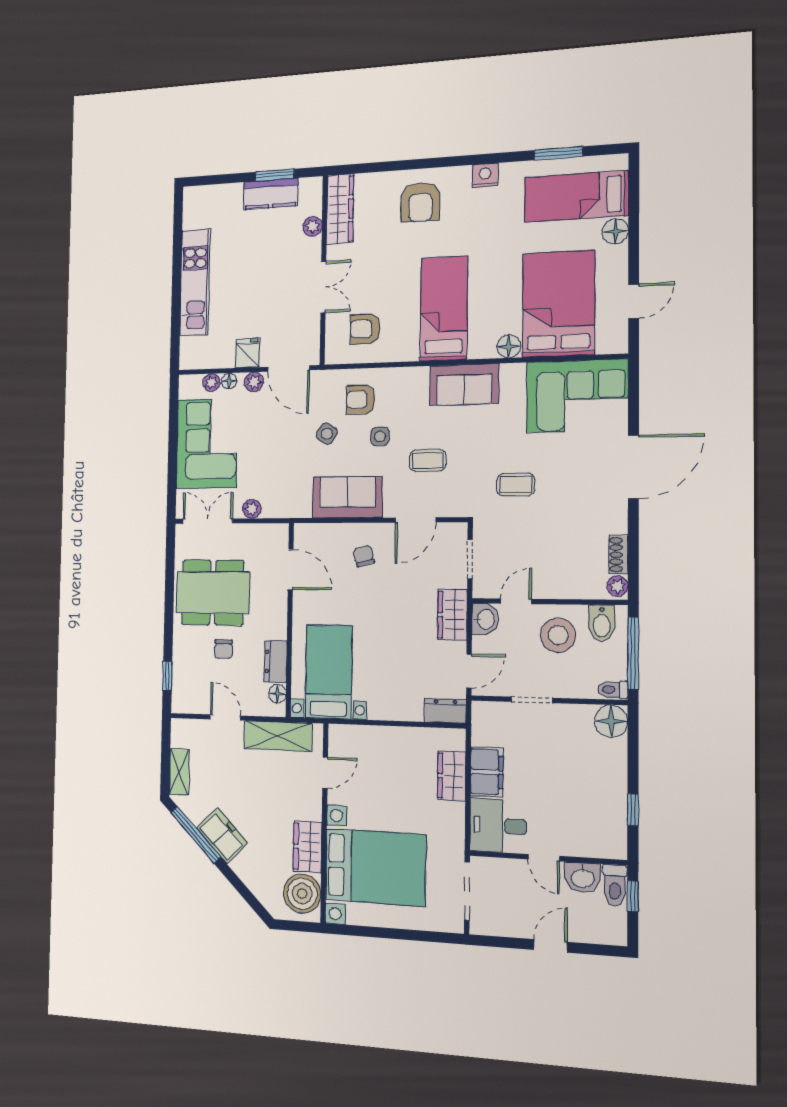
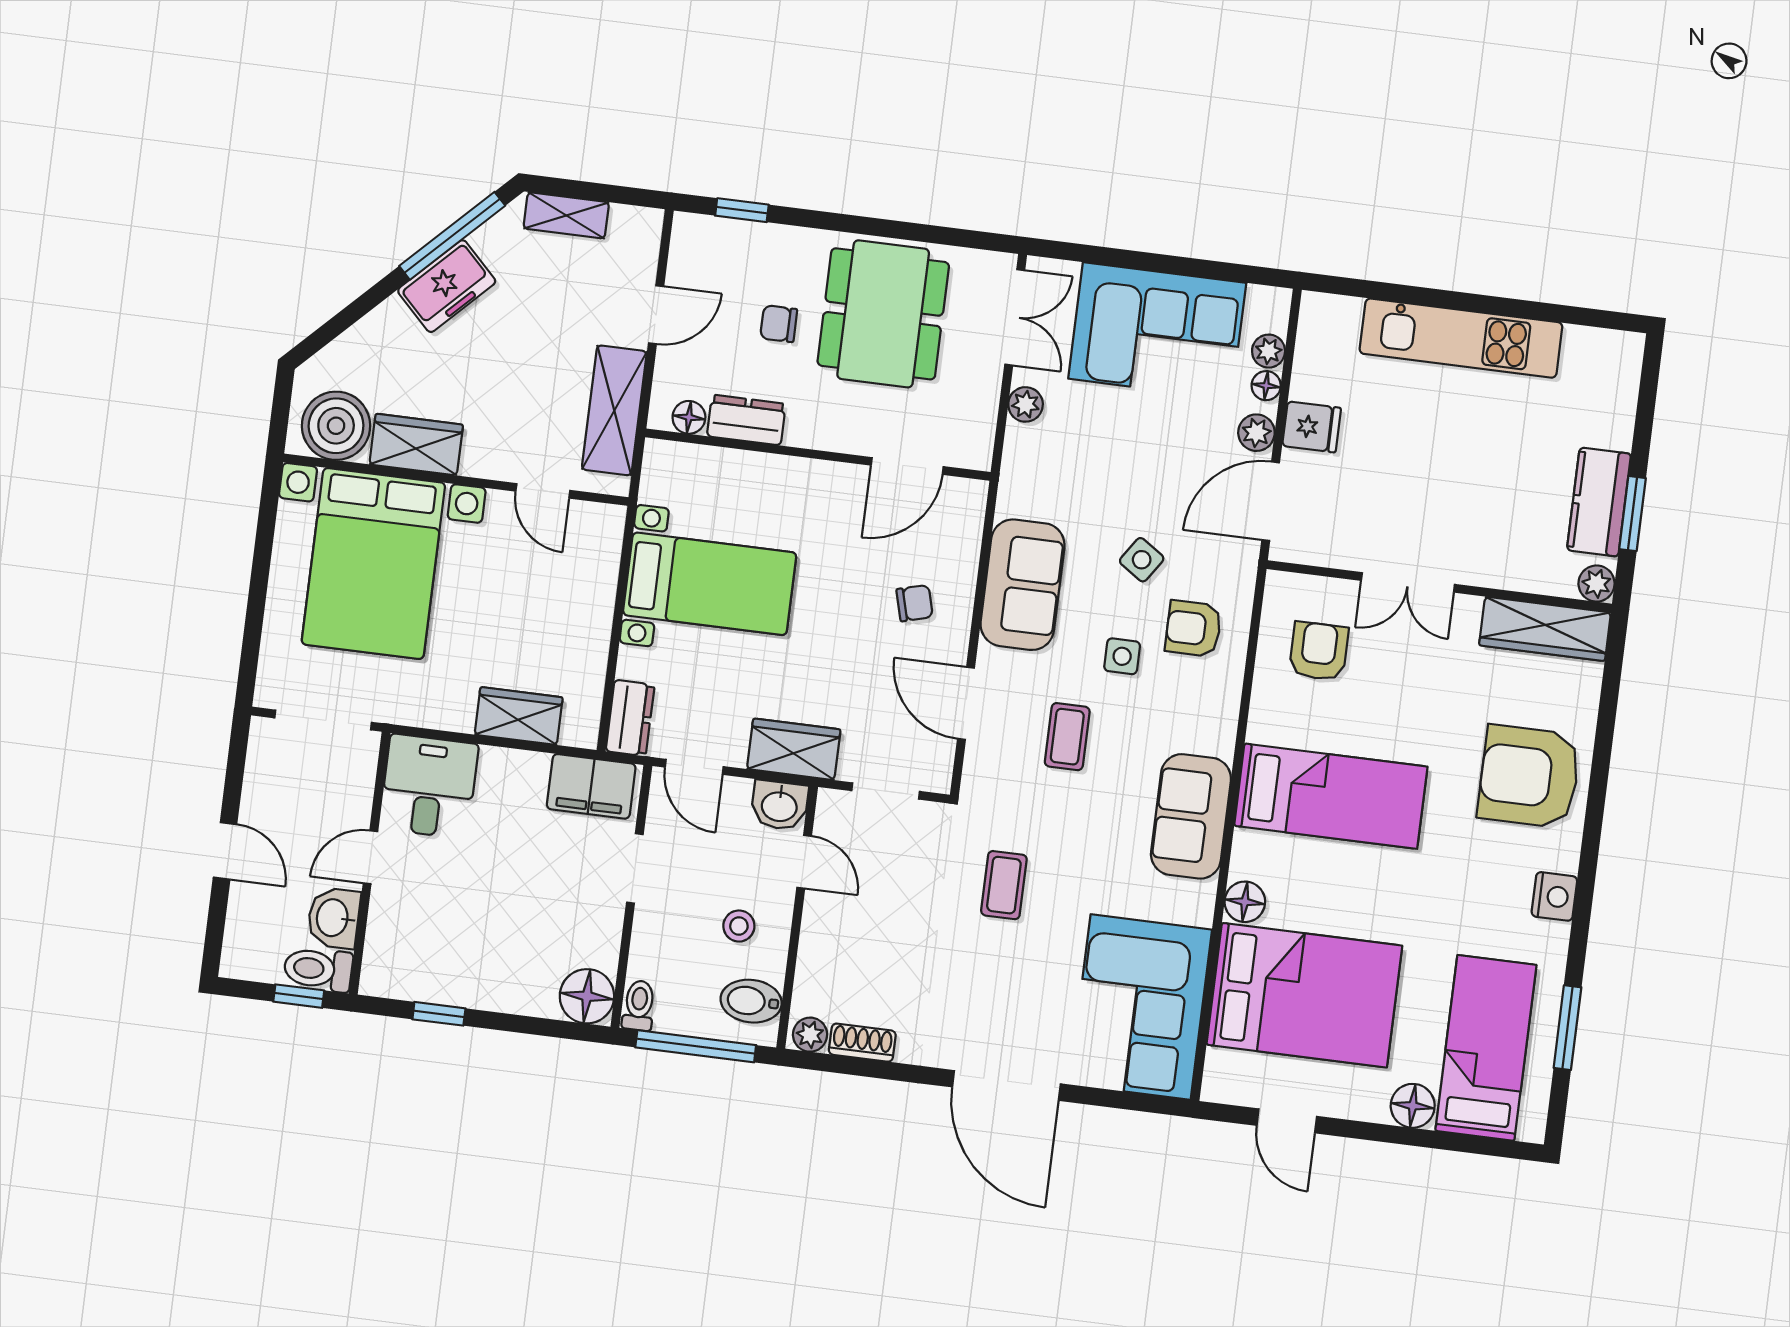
armchair: (420, 202) -> (1529, 777), width x1.36, depth x1.36
plant: (313, 226) -> (1597, 584), moved
armchair: (361, 399) -> (1193, 629), turned -90
stool: (558, 635) -> (739, 926), width x0.53, depth x0.53
bed with nightstands: (329, 672) -> (710, 584), moved
filing cabinet: (487, 772) -> (591, 786), moved

